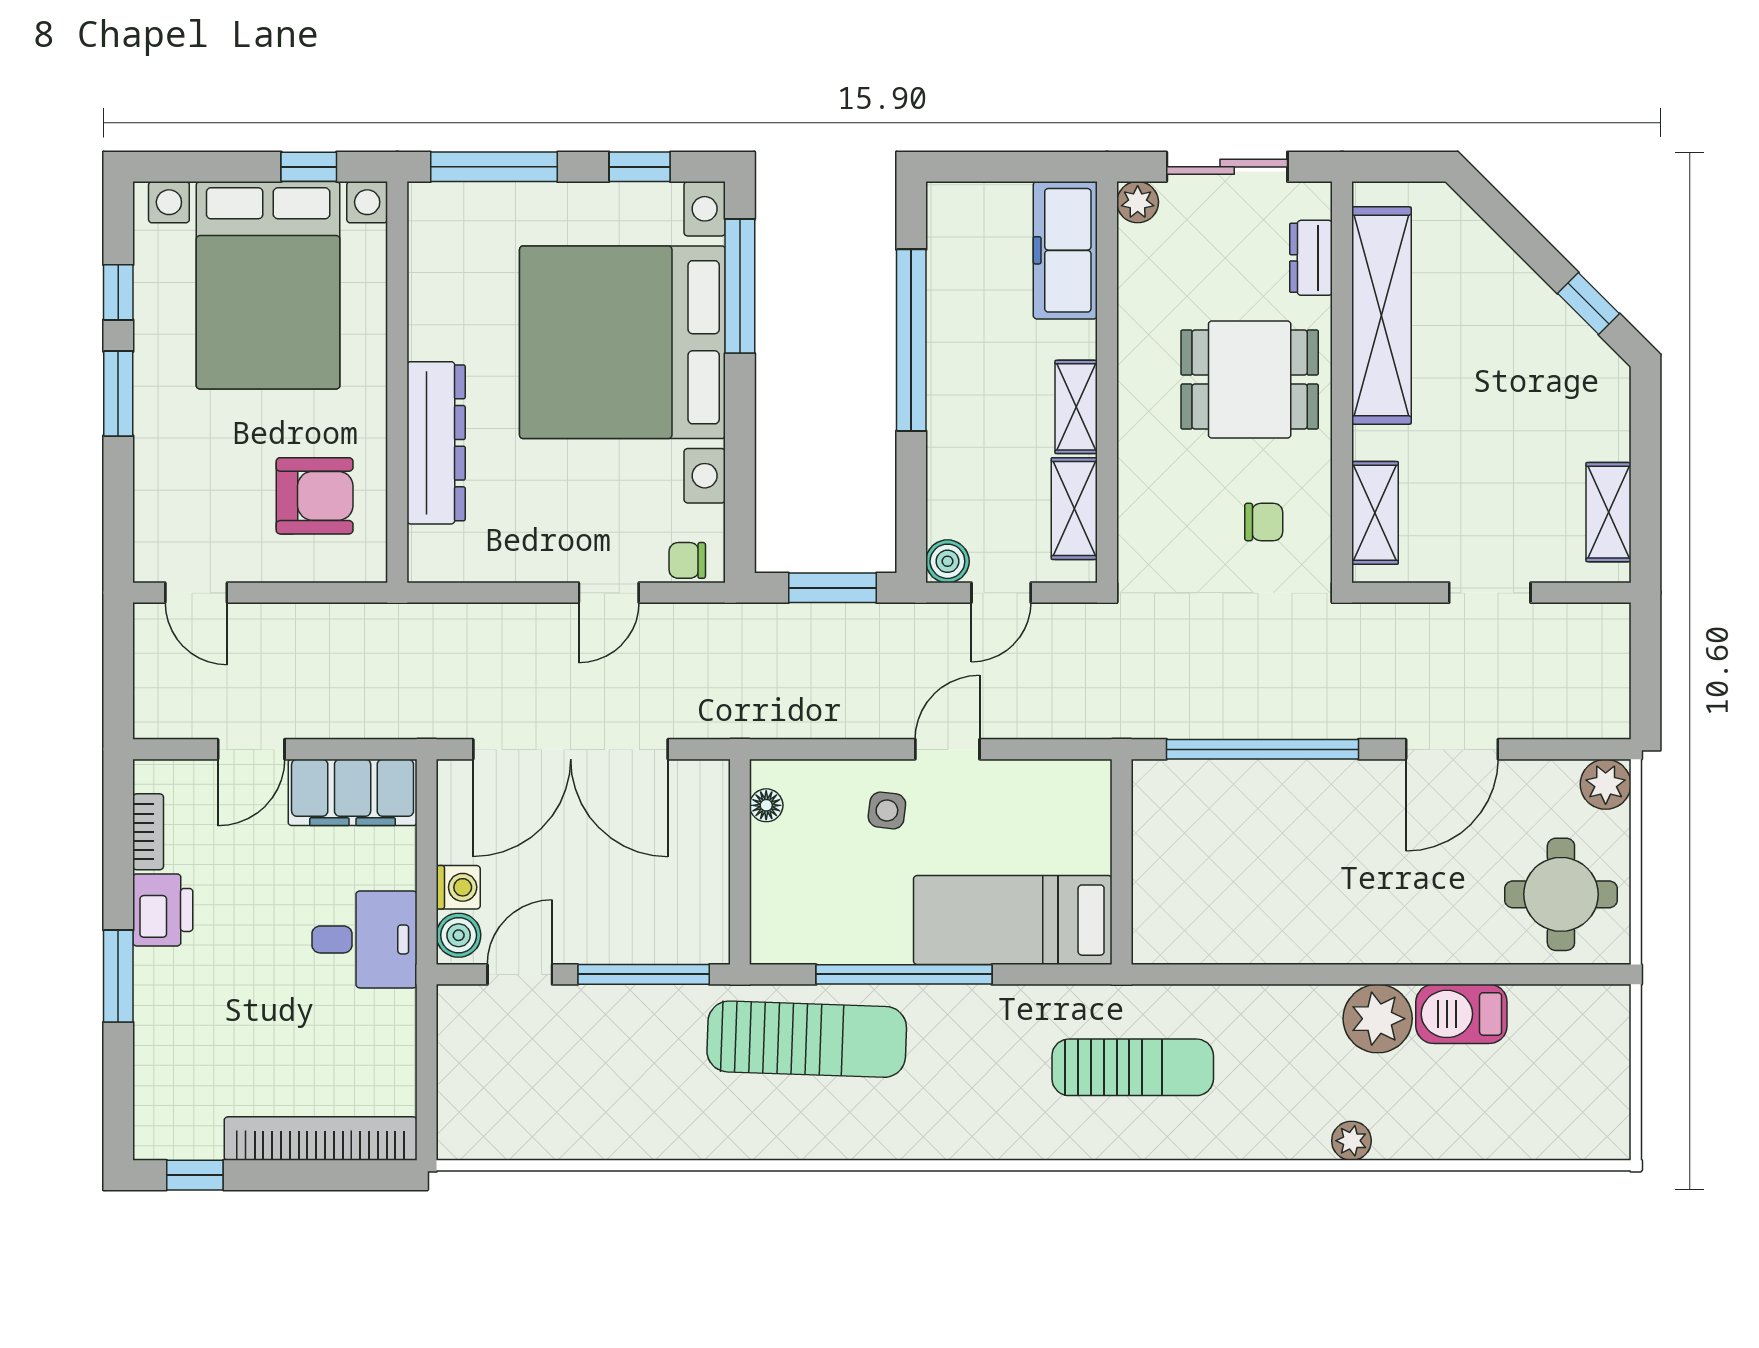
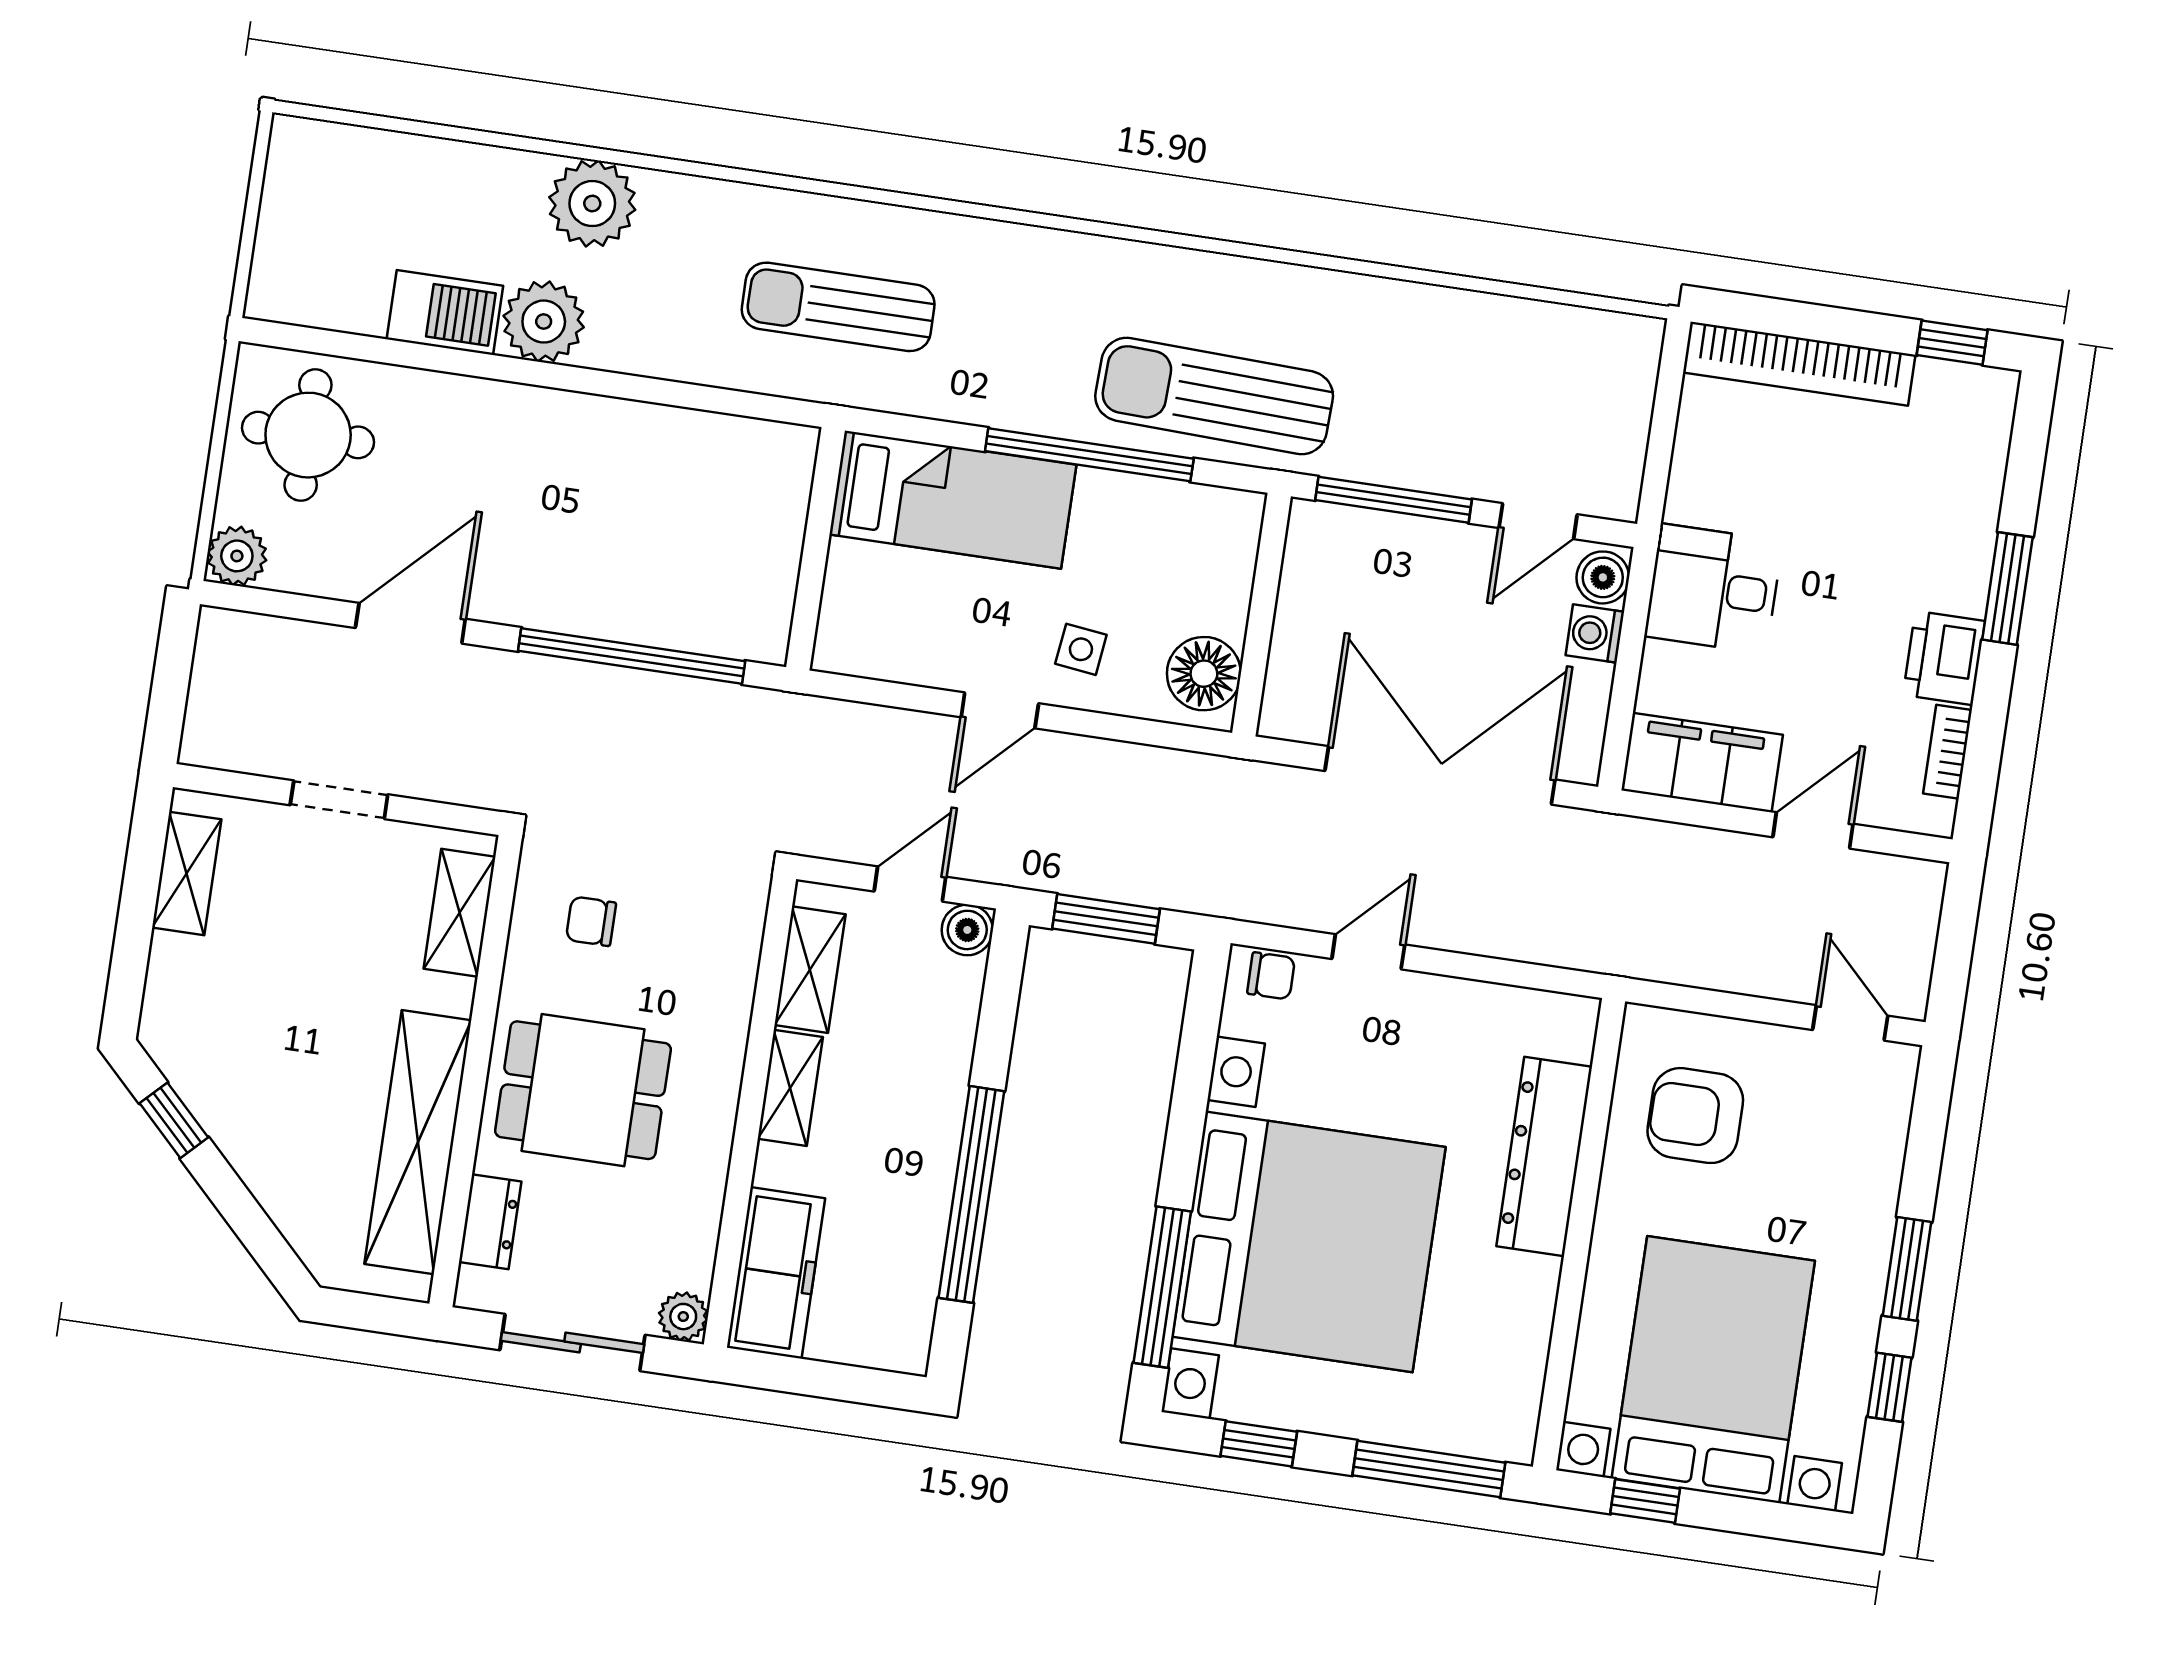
floor lamp: (766, 805) -> (1204, 674), width x1.89, depth x1.89
plant: (1351, 1141) -> (592, 204), width x1.87, depth x1.87

